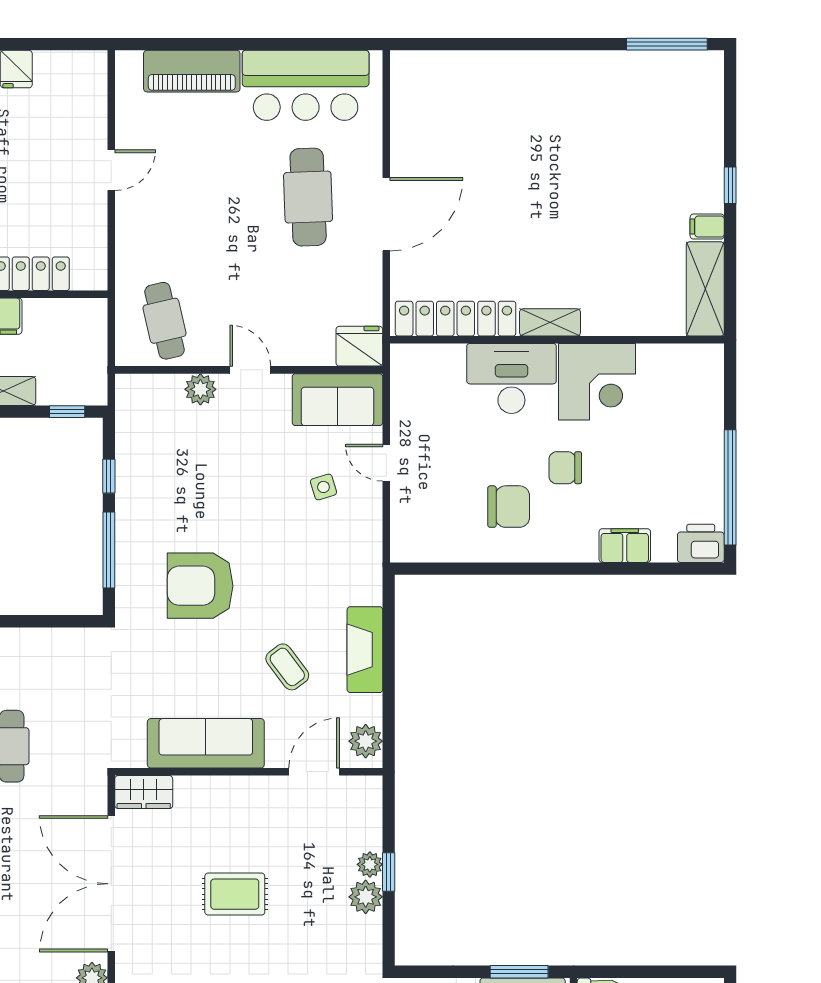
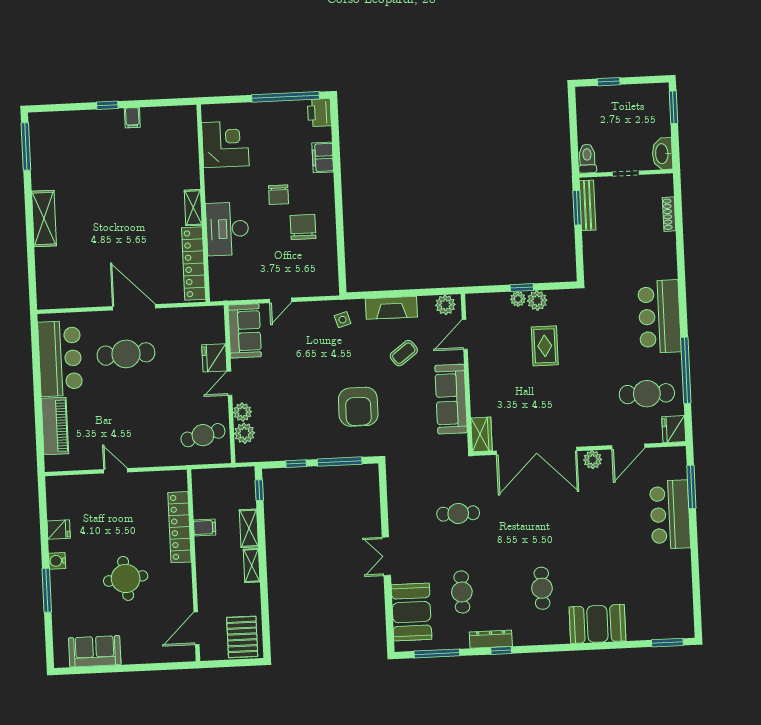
shelving: (705, 289) -> (44, 219), moved, turned 90
fridge: (359, 346) -> (214, 358), moved
corner desk: (597, 382) -> (225, 144), moved
plant: (165, 391) -> (244, 433), added
side table: (323, 487) -> (343, 320), moved
door: (314, 772) -> (465, 334), hinge flipped
rug: (235, 894) -> (545, 346), moved

